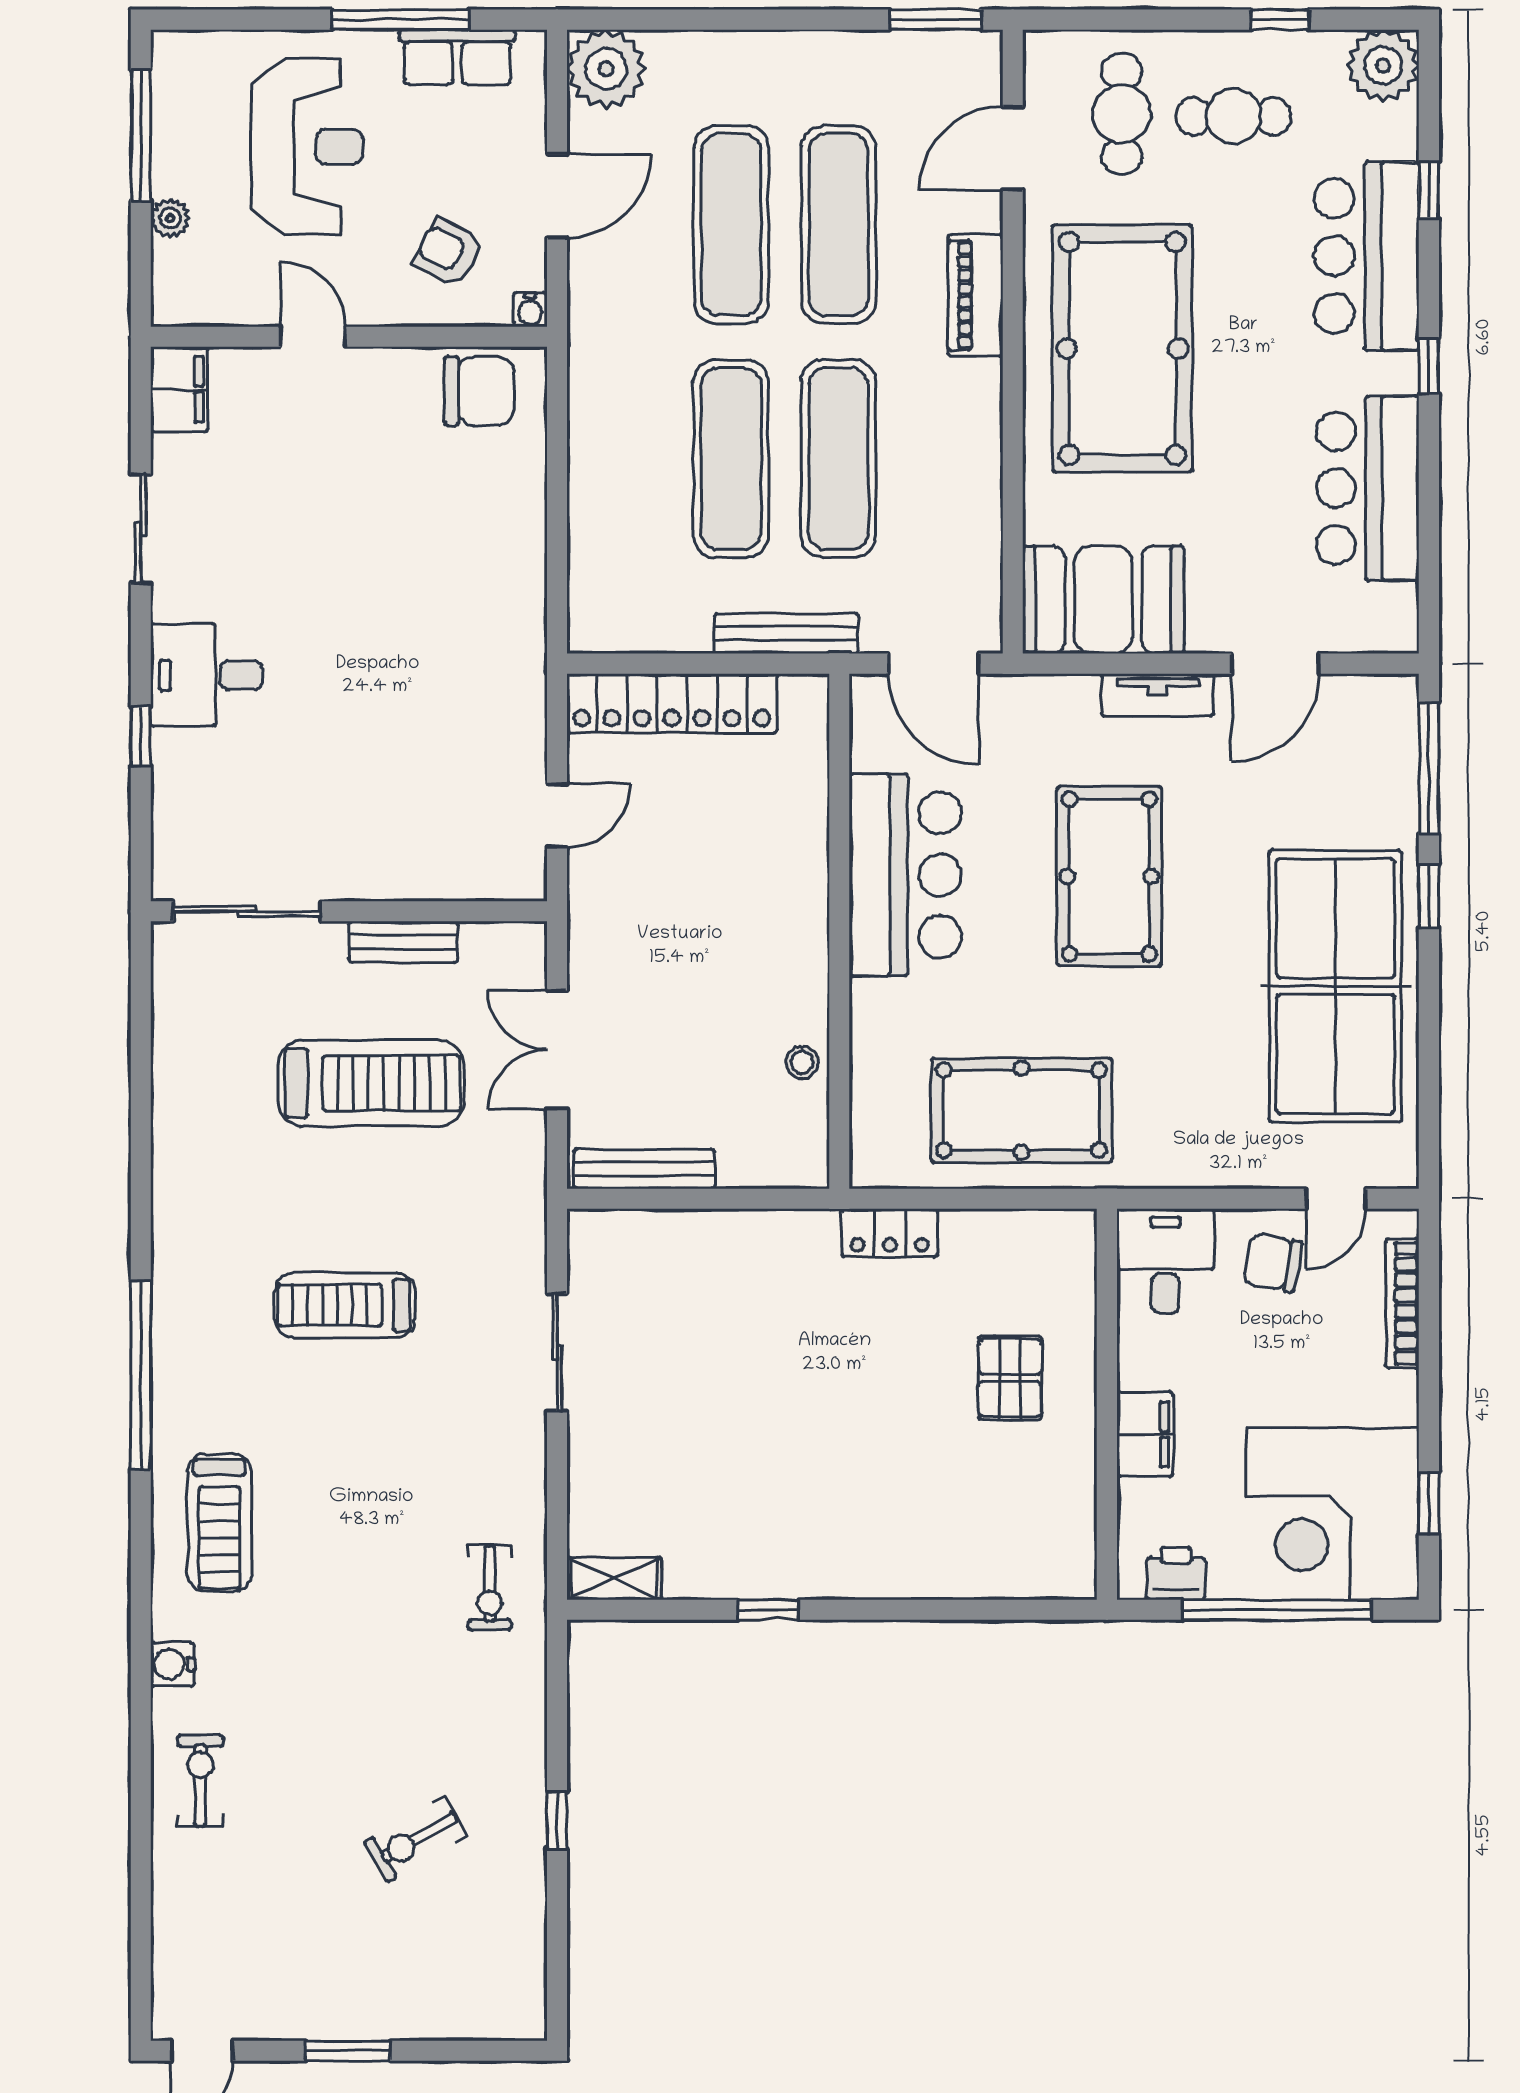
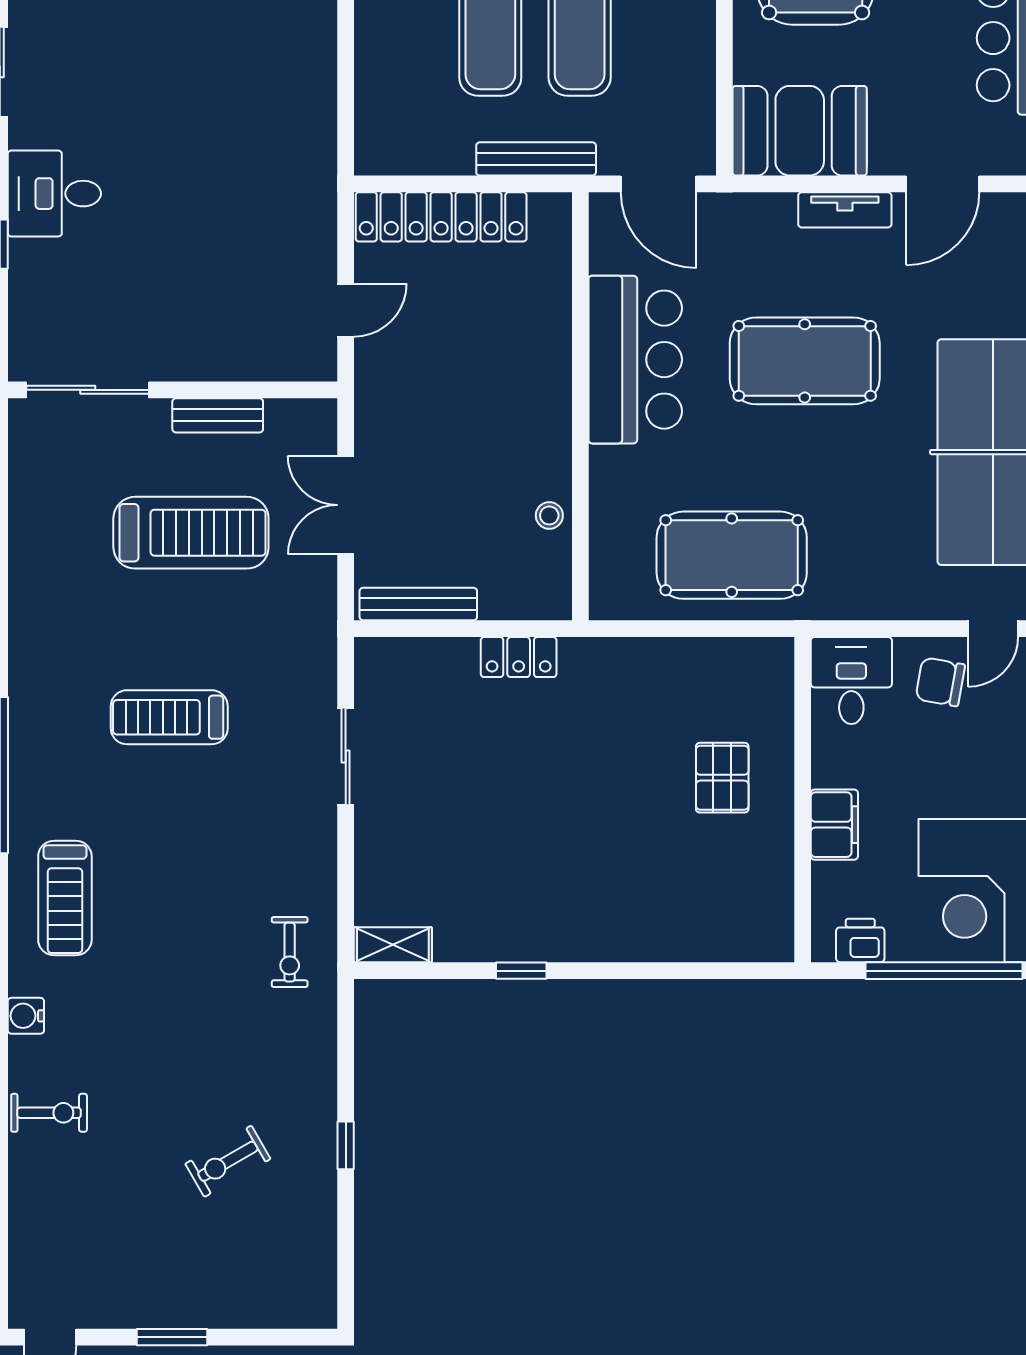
pool table: (1109, 876) -> (805, 361), turned 90
locker: (890, 1233) -> (519, 657), moved
exercise bike: (200, 1781) -> (49, 1113), turned 90

